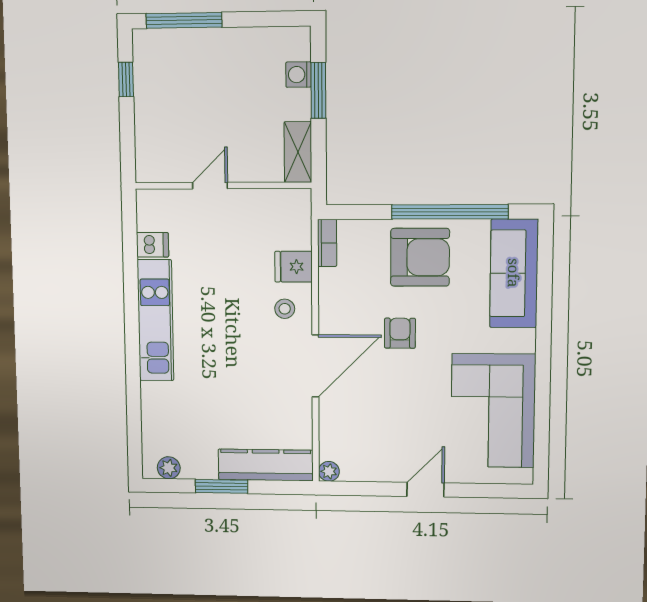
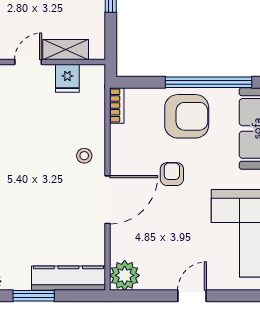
shelving: (298, 152) -> (66, 50), moved, turned 90
fridge: (294, 267) -> (67, 78), moved, turned -90
plant: (329, 471) -> (125, 275), width x1.87, depth x1.87

